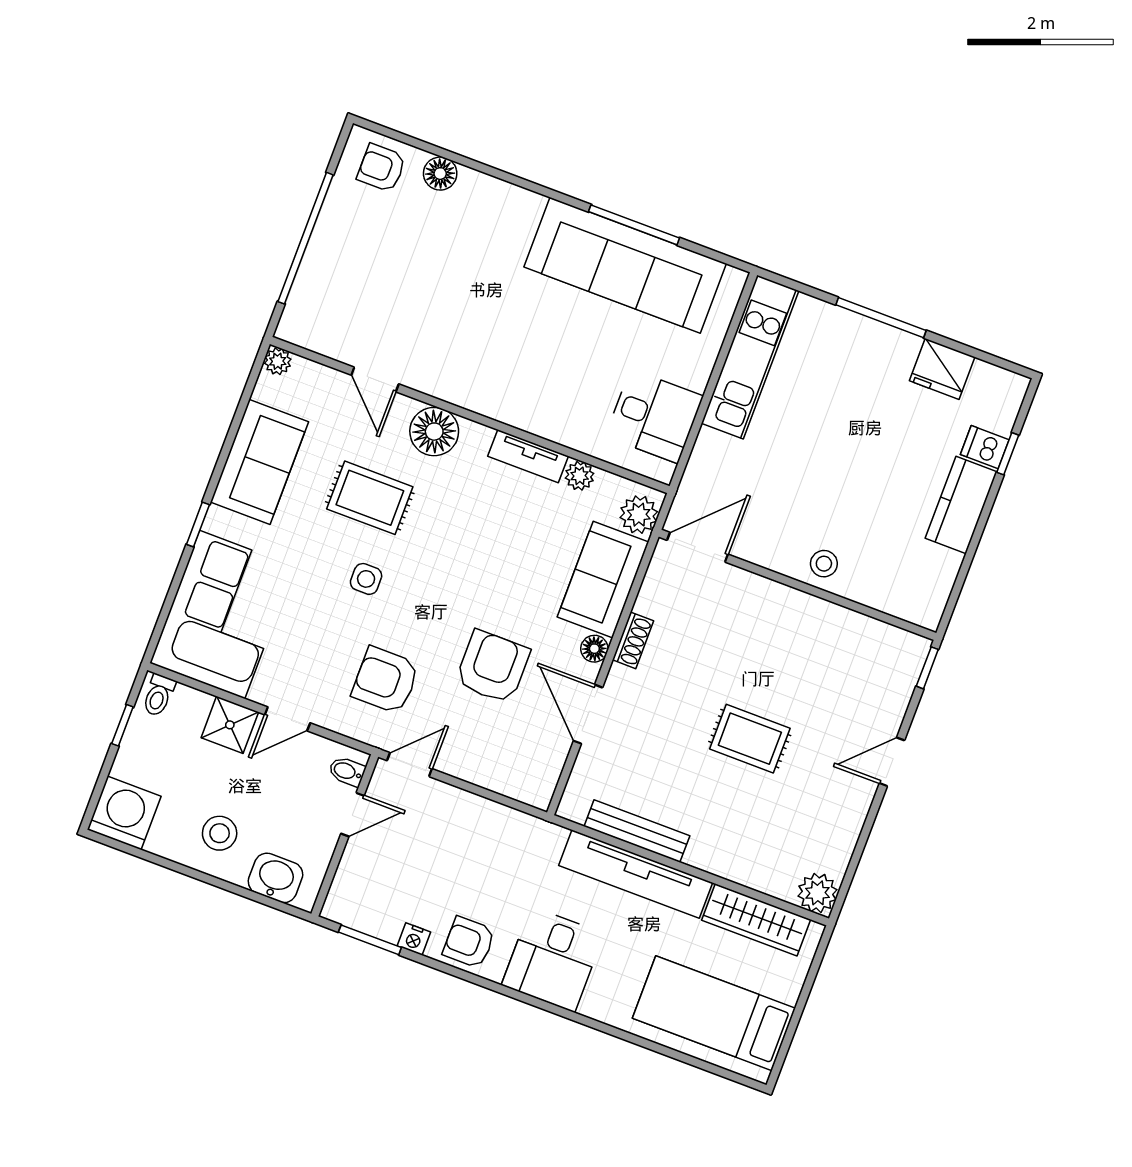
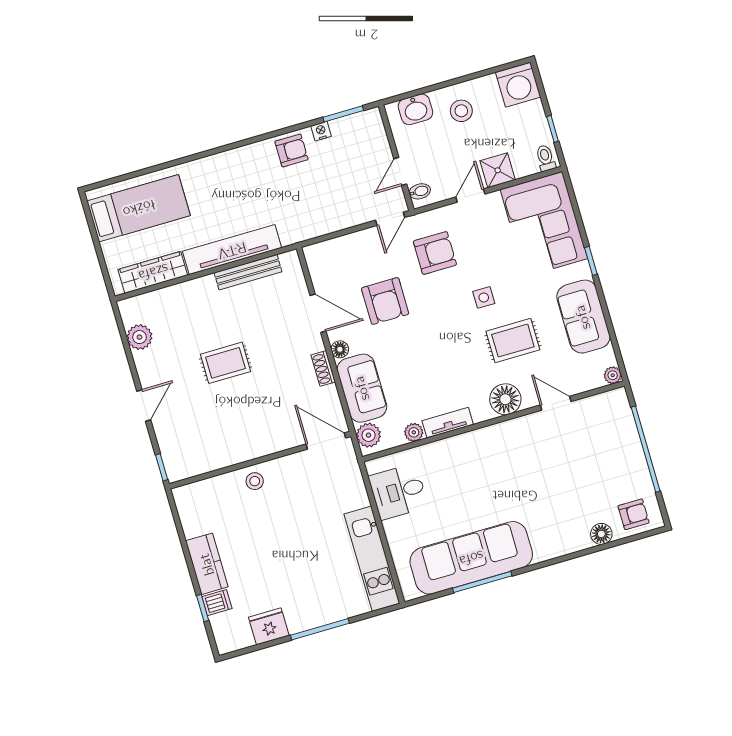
door: (697, 547) -> (326, 441), swing flipped
plant: (818, 893) -> (140, 337), moved
desk: (553, 959) -> (242, 174), removed

